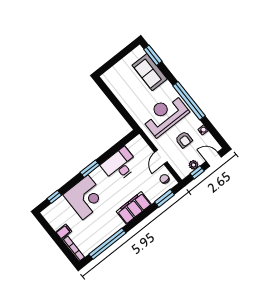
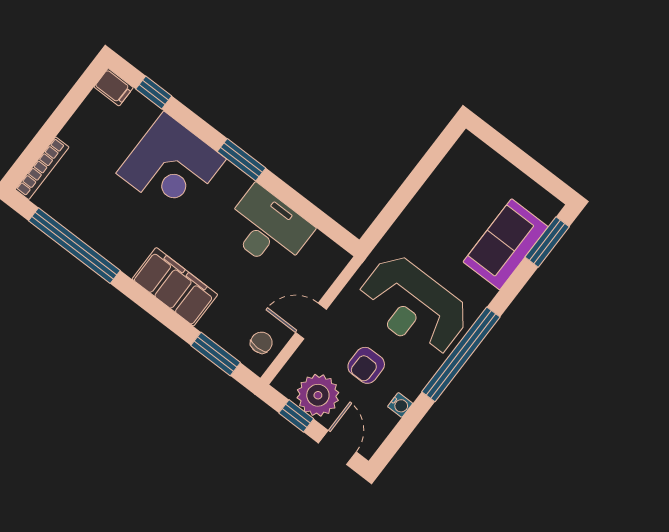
reception desk: (165, 115) -> (413, 306), turned 180
plant: (194, 165) -> (318, 395), width x1.87, depth x1.87
filing cabinet: (64, 232) -> (114, 87), moved

